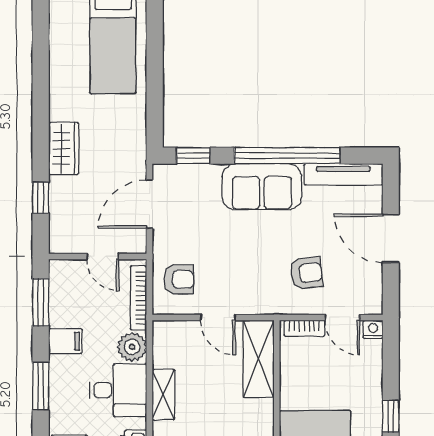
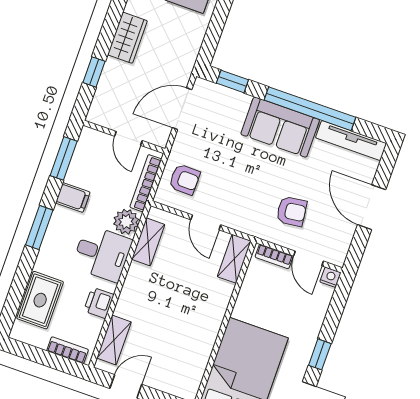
shelving: (259, 359) -> (234, 259), width x0.67, depth x0.75
shelving: (163, 395) -> (148, 242), moved

